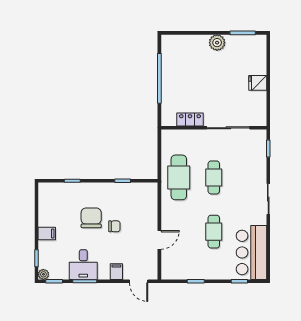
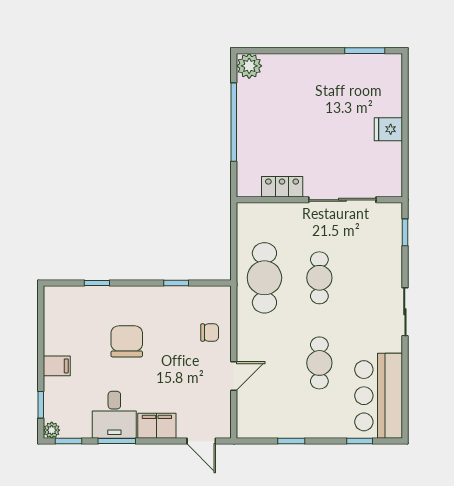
plant: (217, 43) -> (249, 66), moved
chair: (114, 226) -> (210, 332), moved
filing cabinet: (116, 272) -> (157, 426), width x2.00

